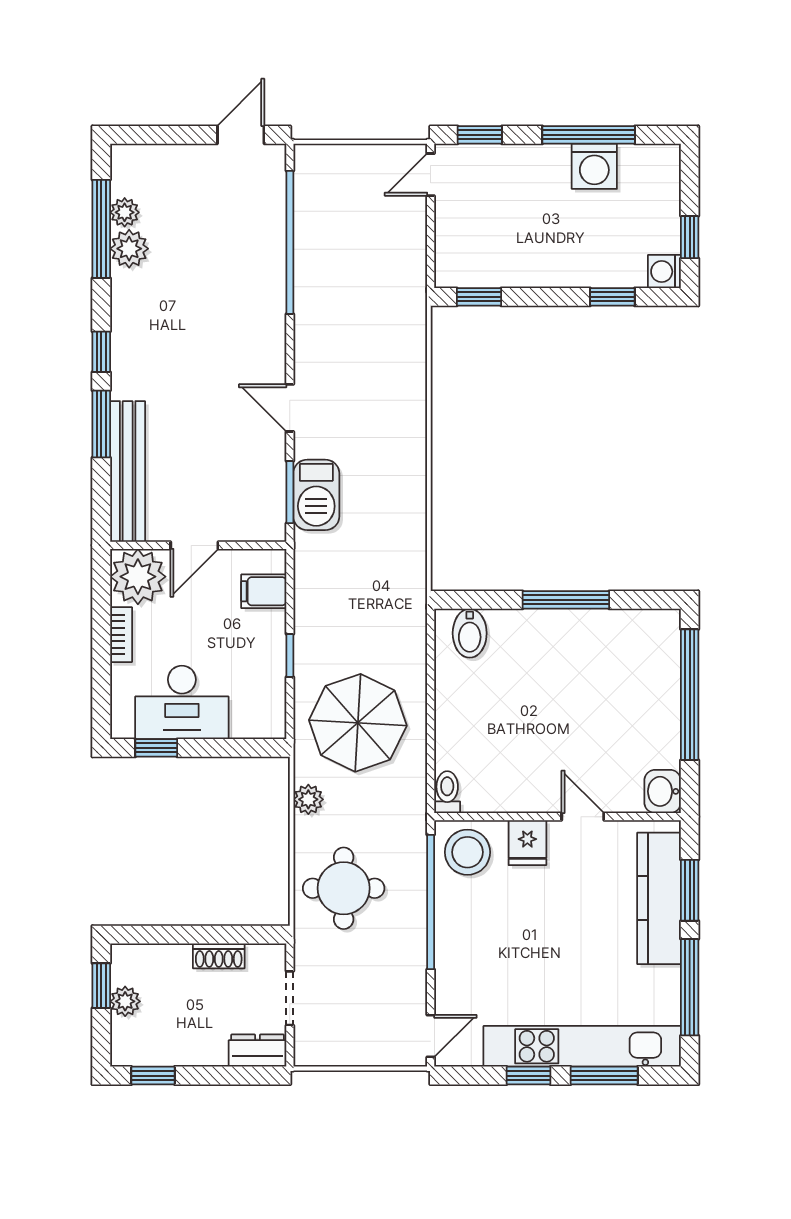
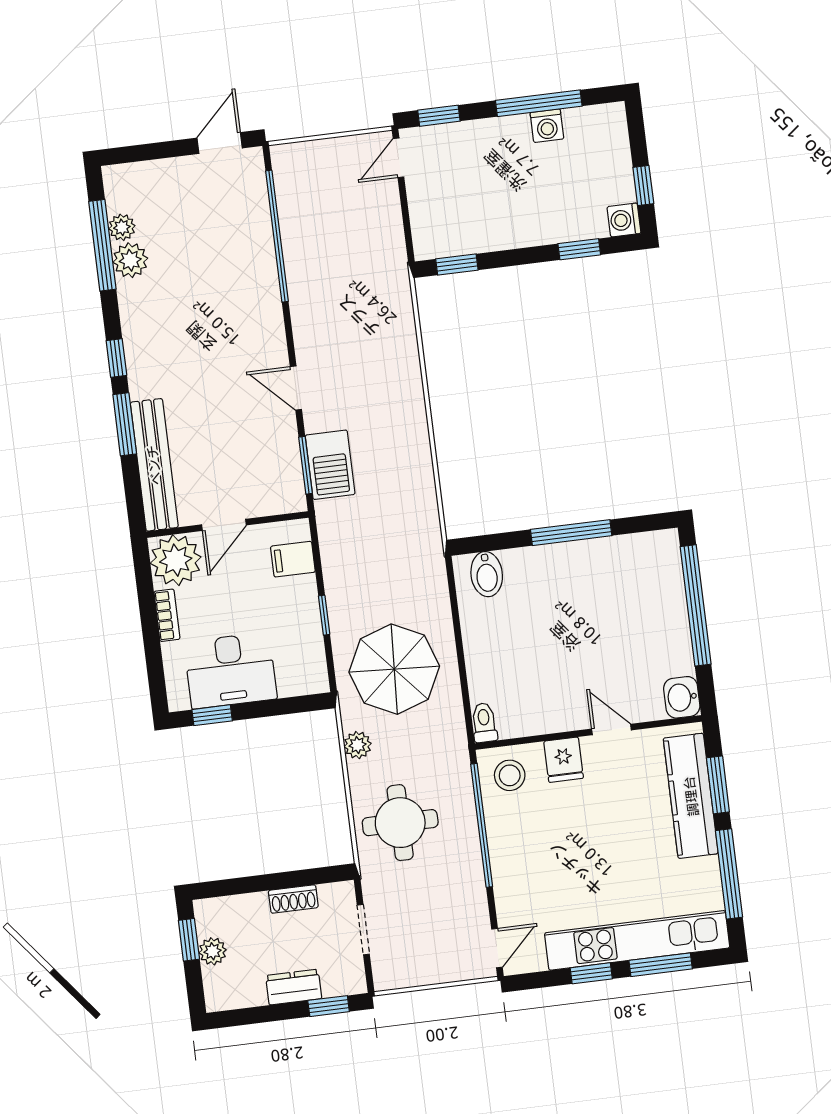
washing machine: (594, 166) -> (547, 126), width x0.73, depth x0.73
stool: (467, 852) -> (510, 775), width x0.73, depth x0.73
dresser: (258, 1051) -> (294, 987), moved
window: (153, 1076) -> (329, 1006), moved

